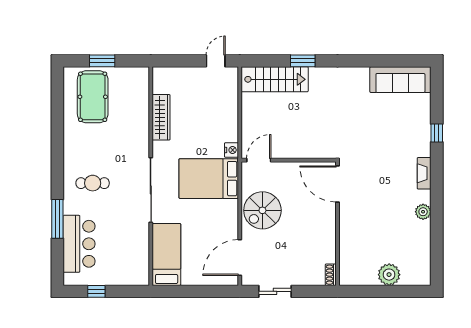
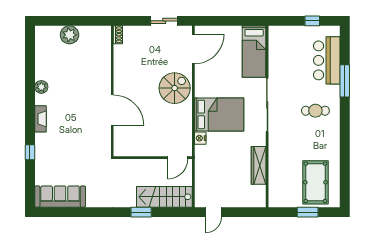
door: (259, 160) -> (178, 158), moved
wall: (289, 160) -> (153, 158), moved

